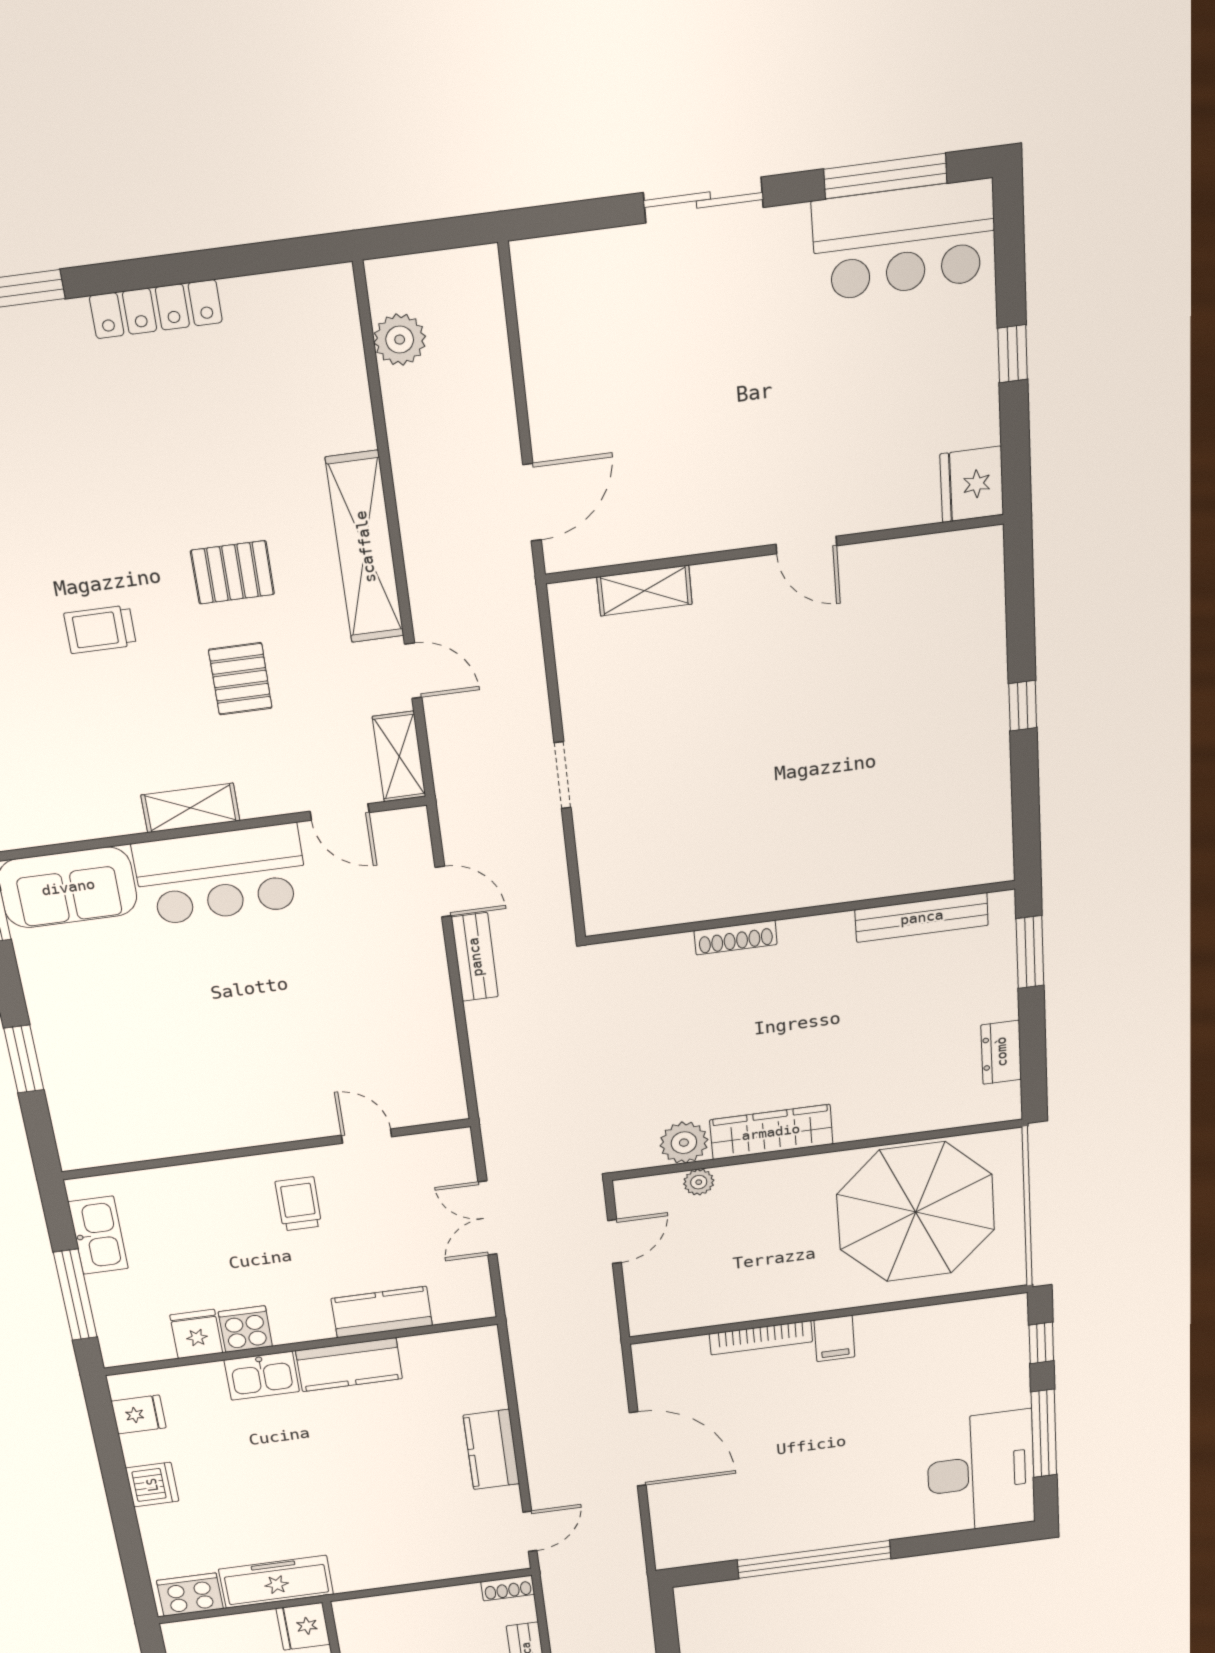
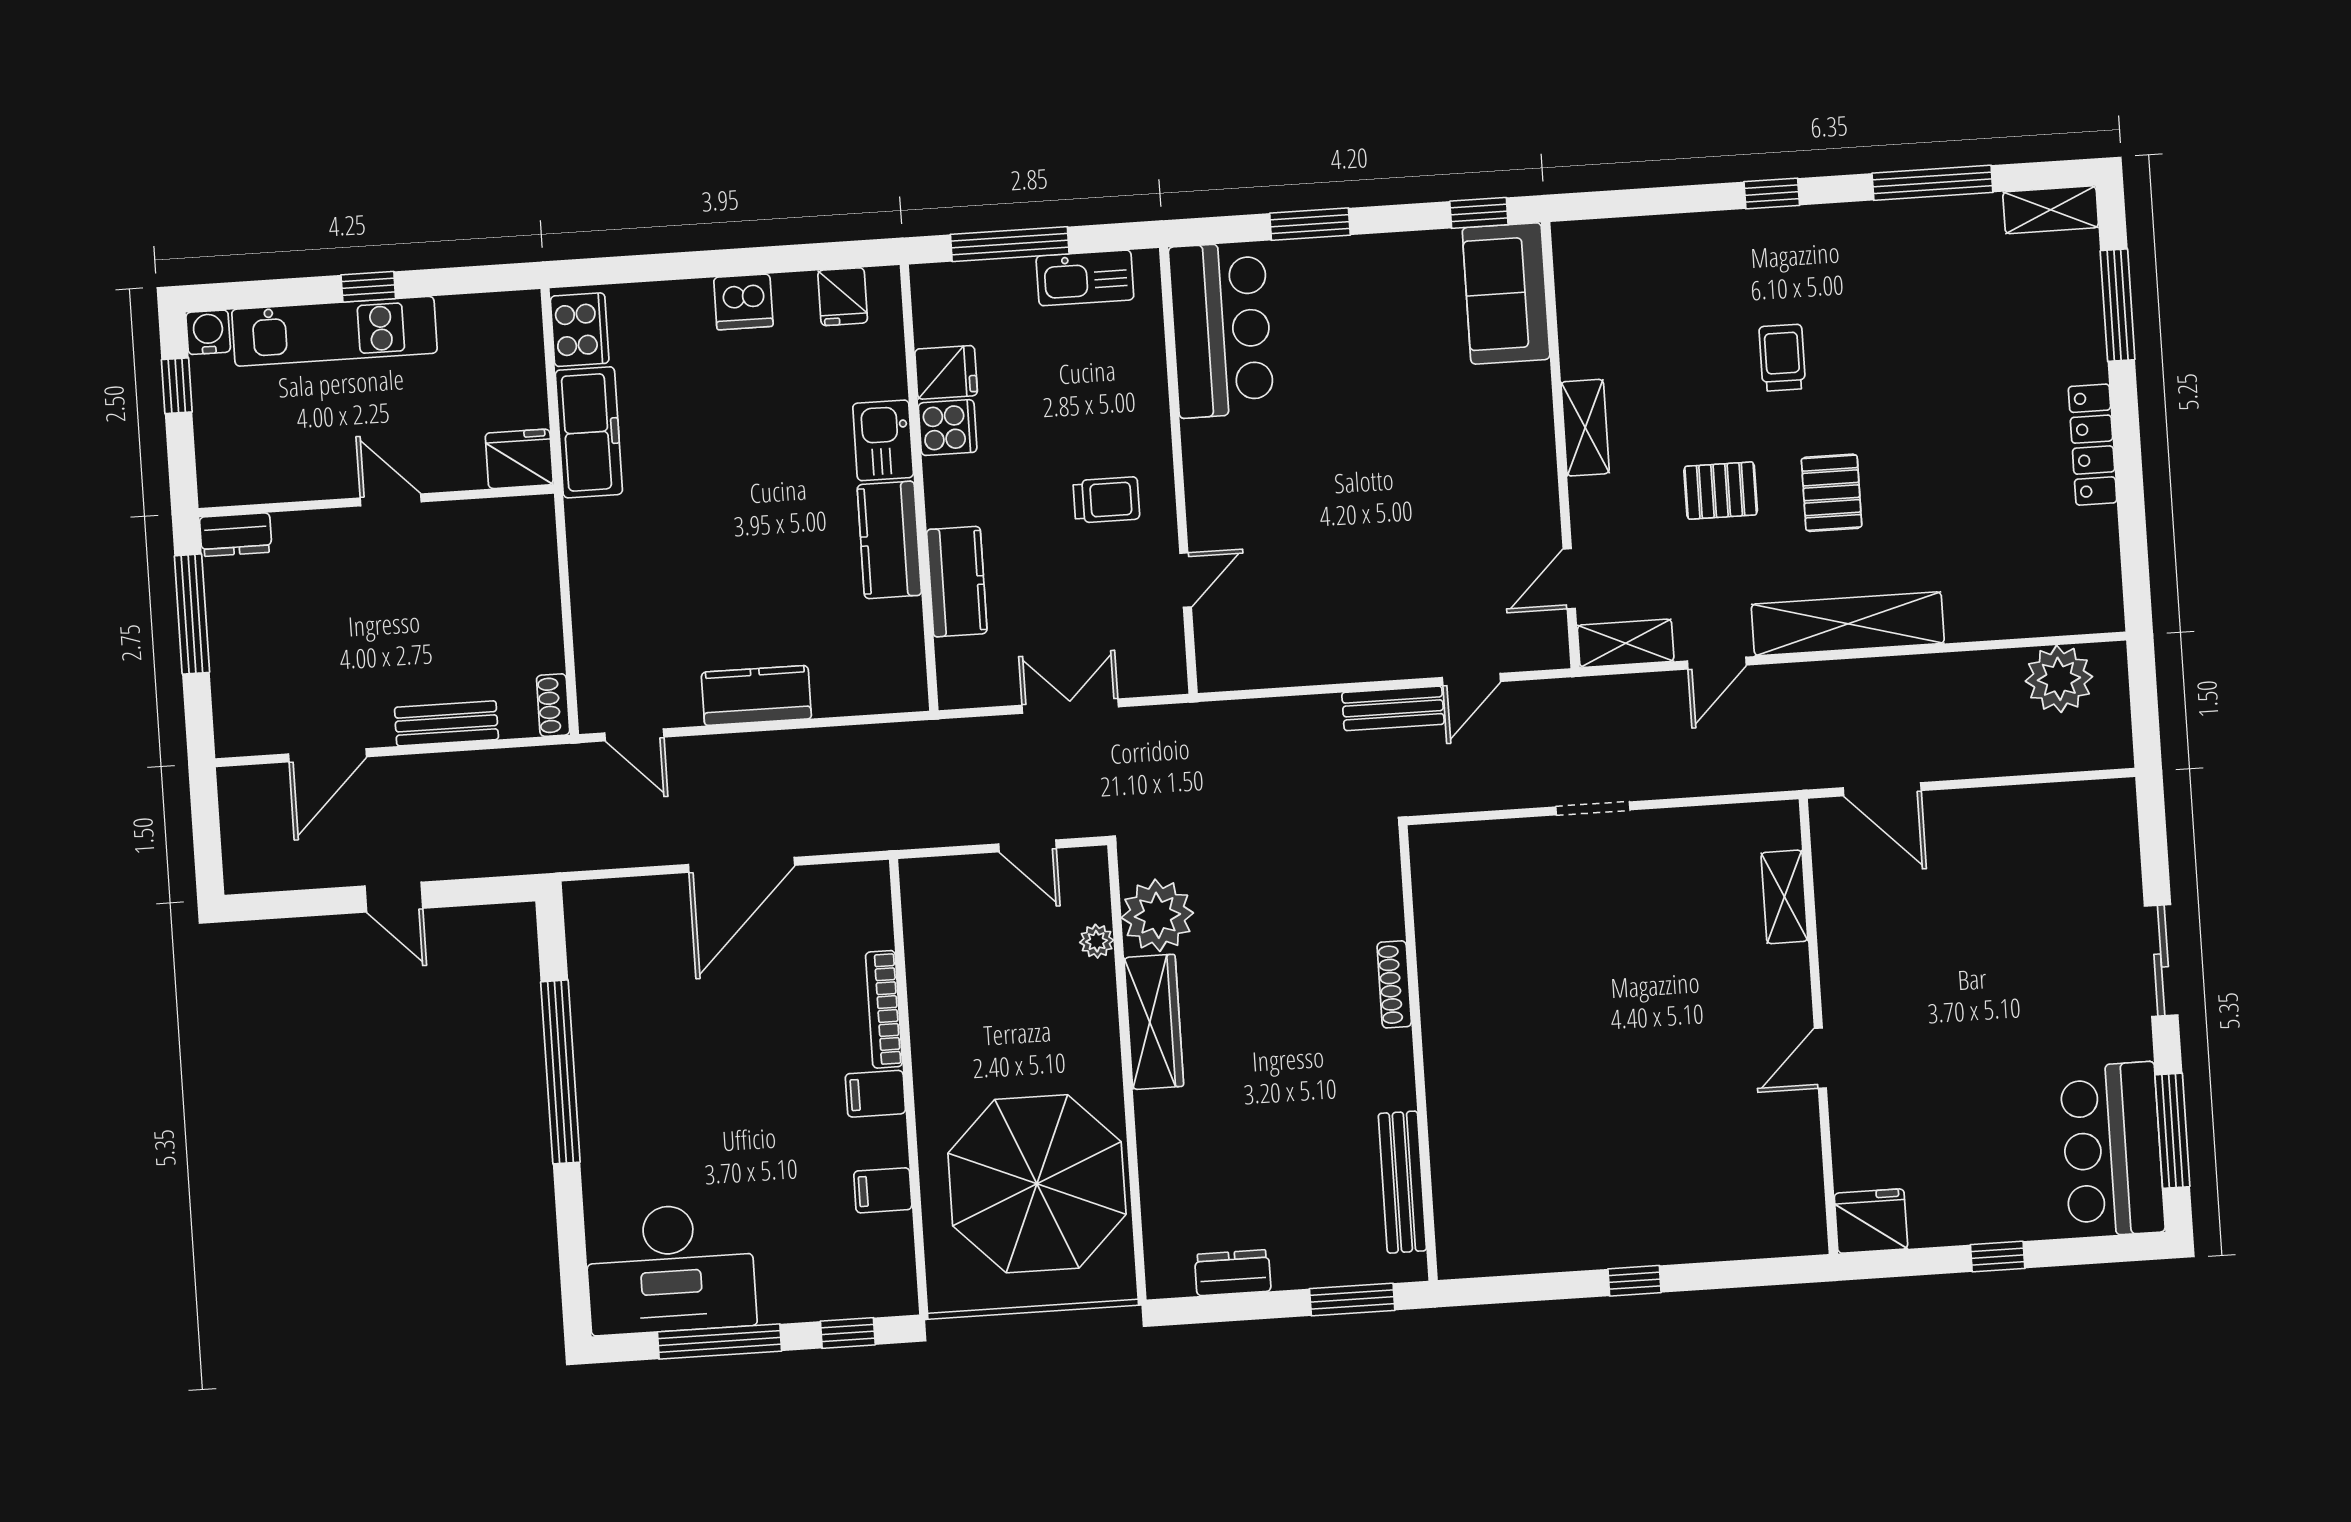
plant: (400, 340) -> (2059, 679), width x1.36, depth x1.36
bar counter: (221, 875) -> (1221, 330), moved, turned 180
plant: (684, 1143) -> (1157, 915), width x1.36, depth x1.36
filing cabinet: (919, 1327) -> (883, 1190), added

